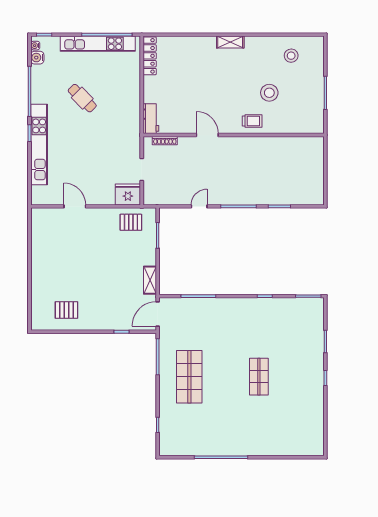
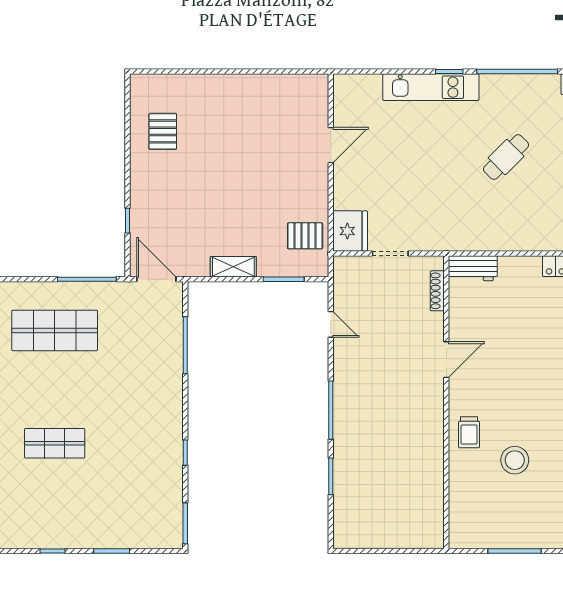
kitchen unit: (39, 145) -> (431, 87), width x0.73
door: (199, 206) -> (331, 324), moved
pallet: (131, 222) -> (305, 236), turned 90
shelving: (150, 280) -> (233, 267), moved

